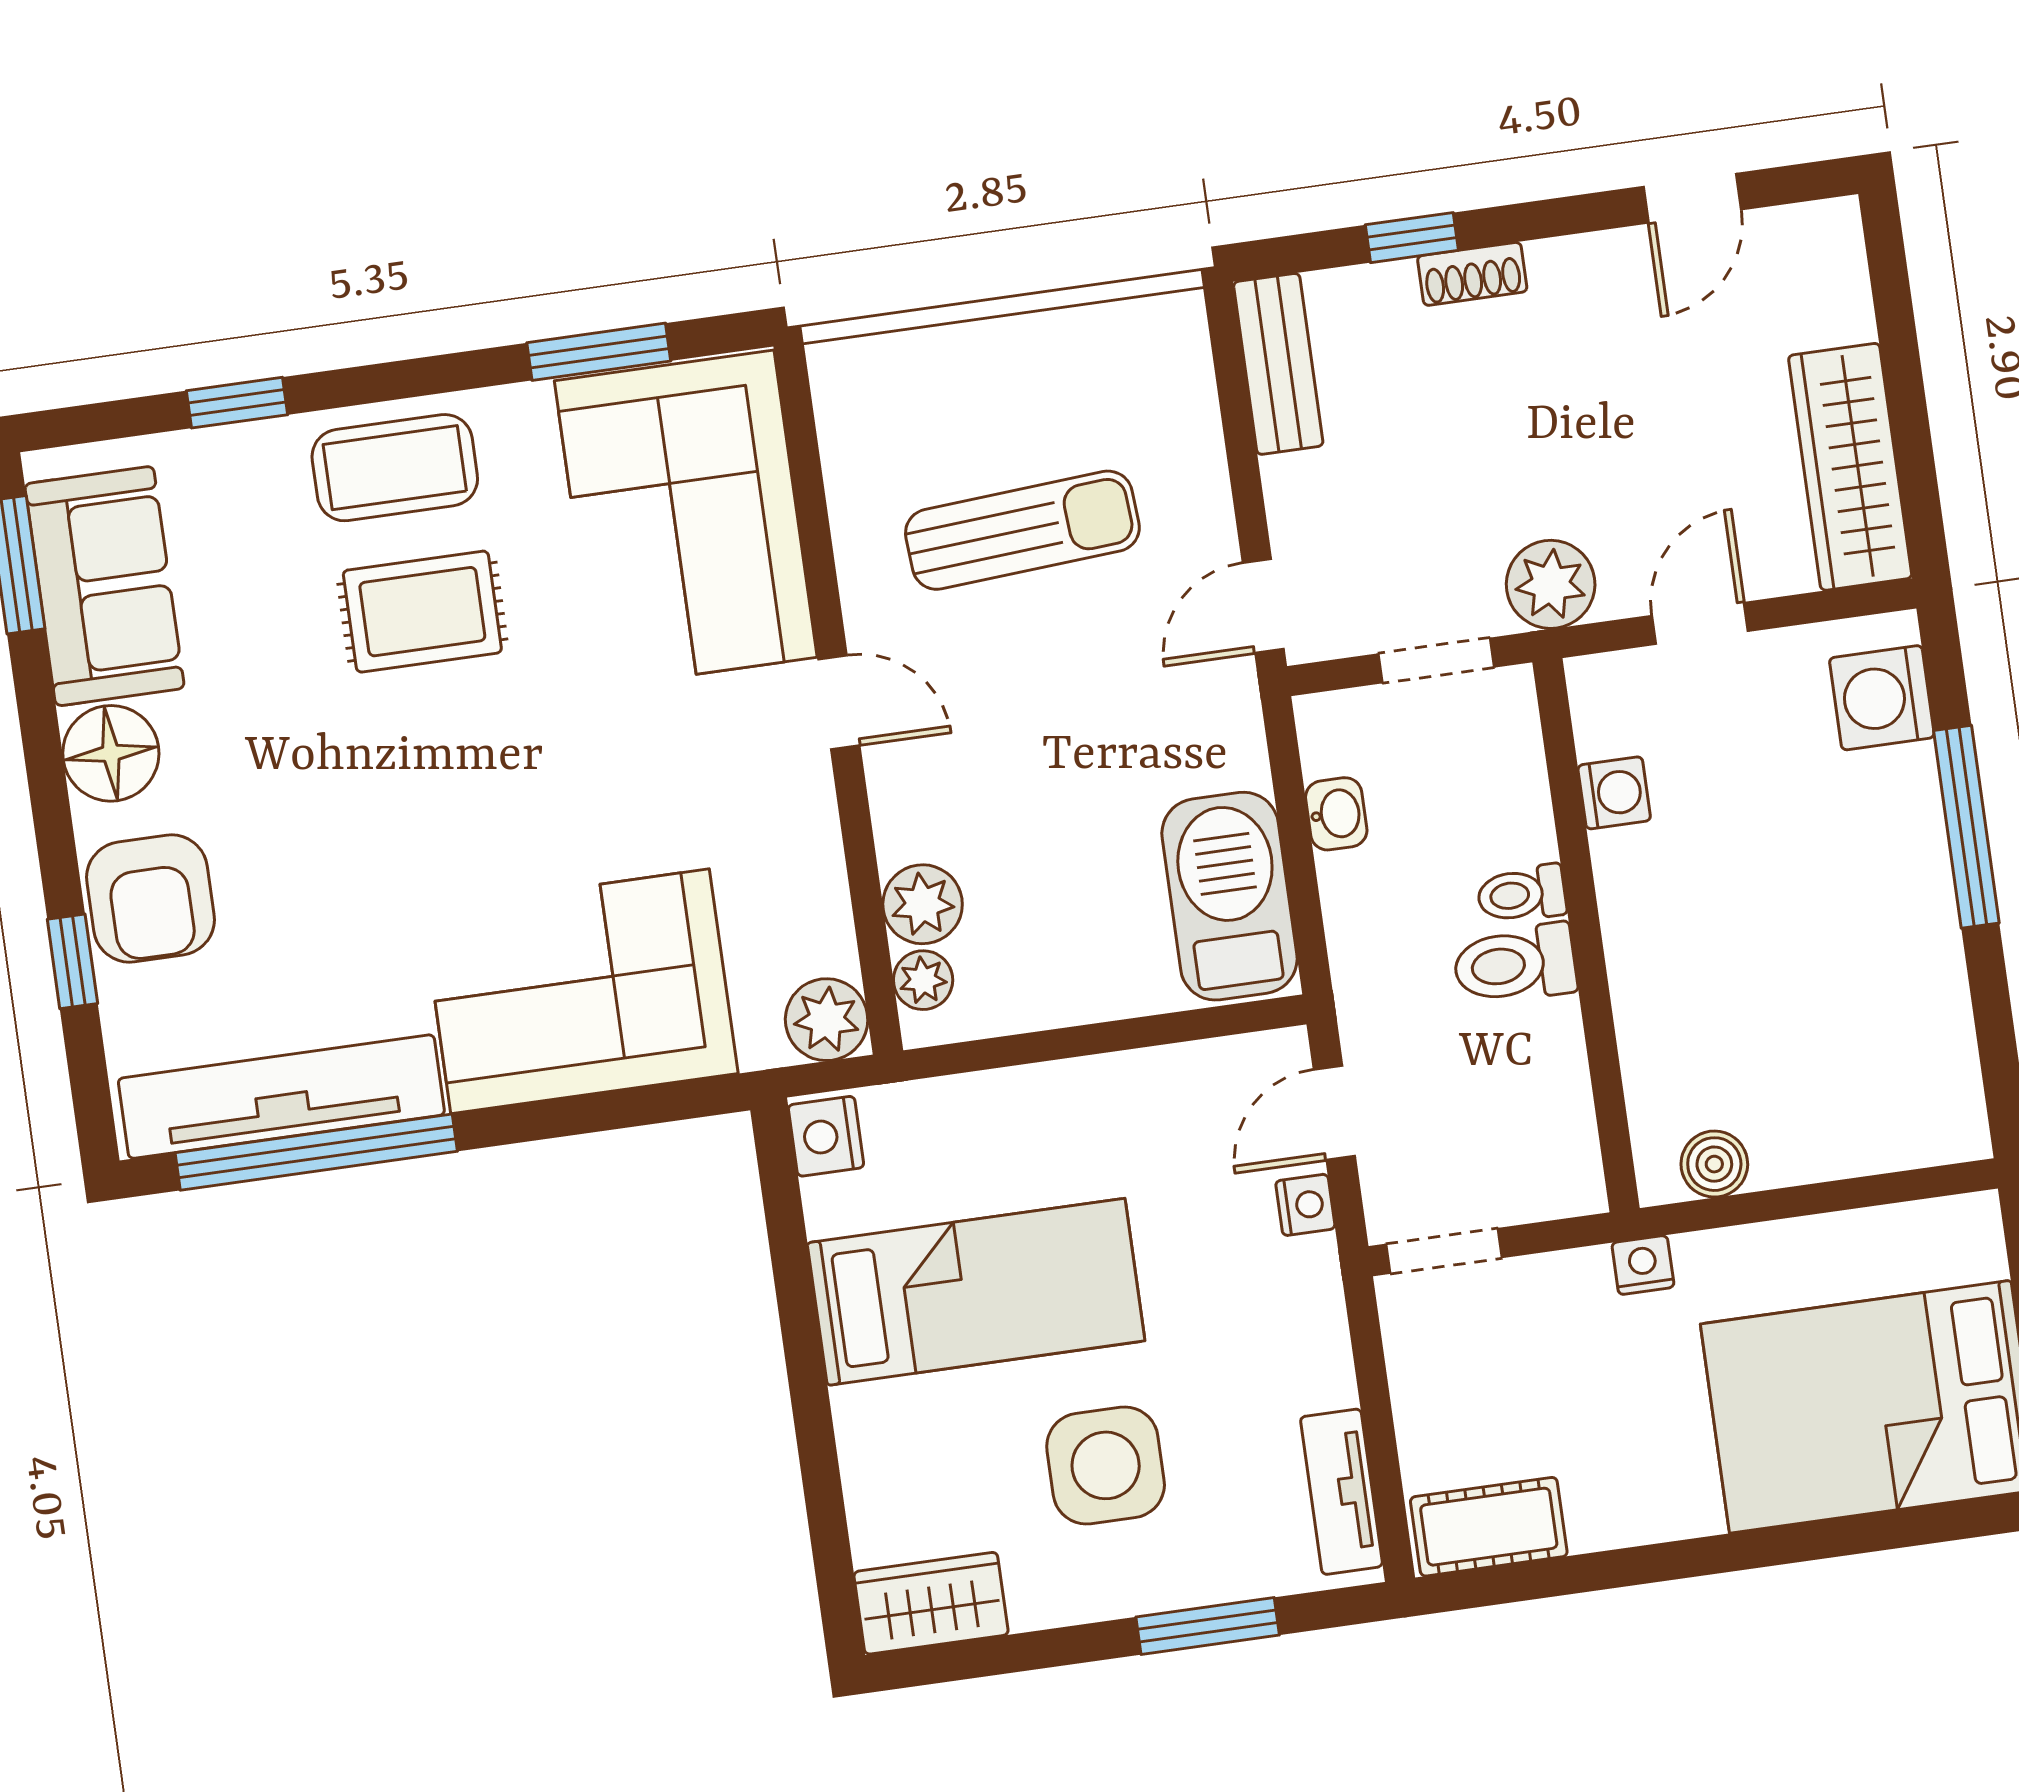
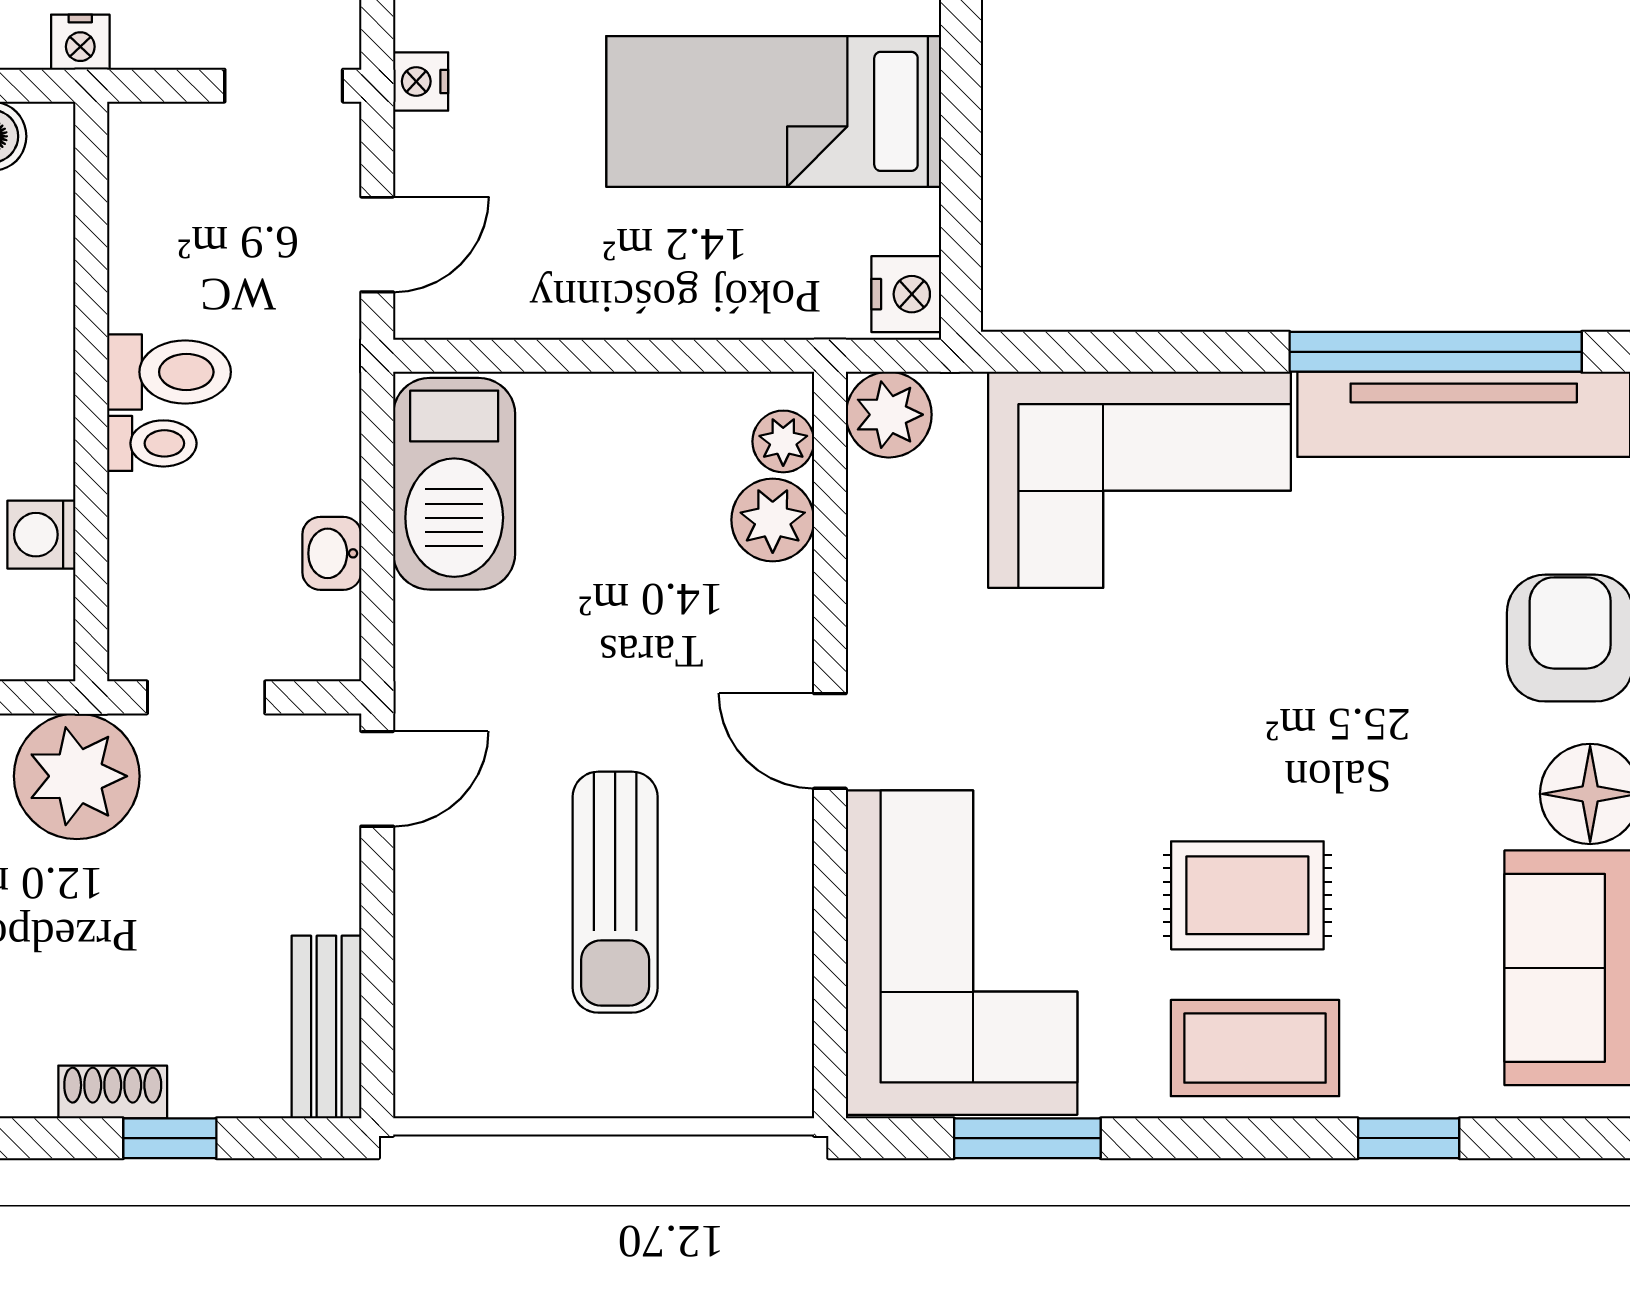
sun lounger: (1022, 530) -> (615, 892), turned -86
plant: (1551, 584) -> (77, 776), width x1.36, depth x1.36
nightstand: (1305, 1205) -> (421, 81), moved

